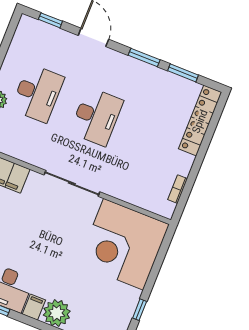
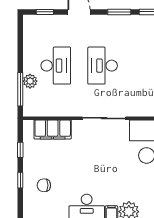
desk: (96, 117) -> (103, 66), turned 180

